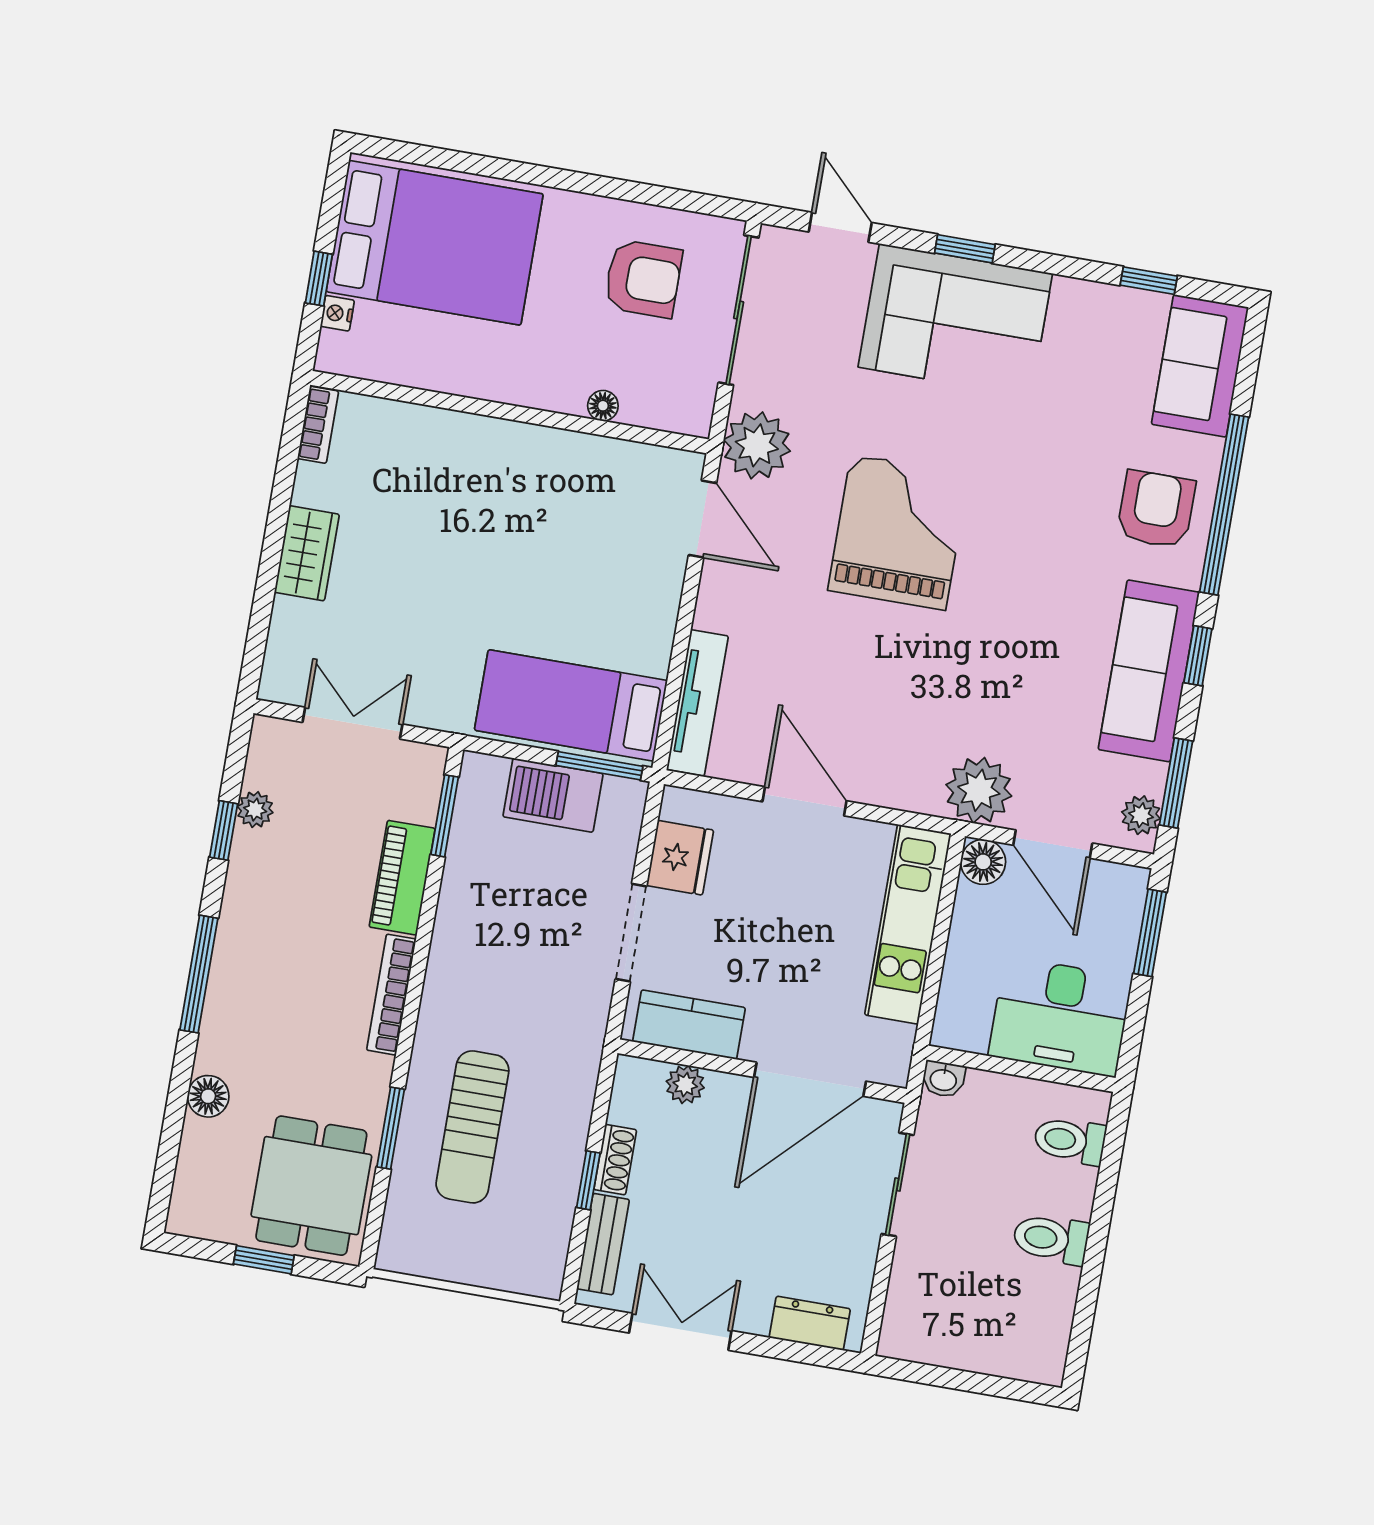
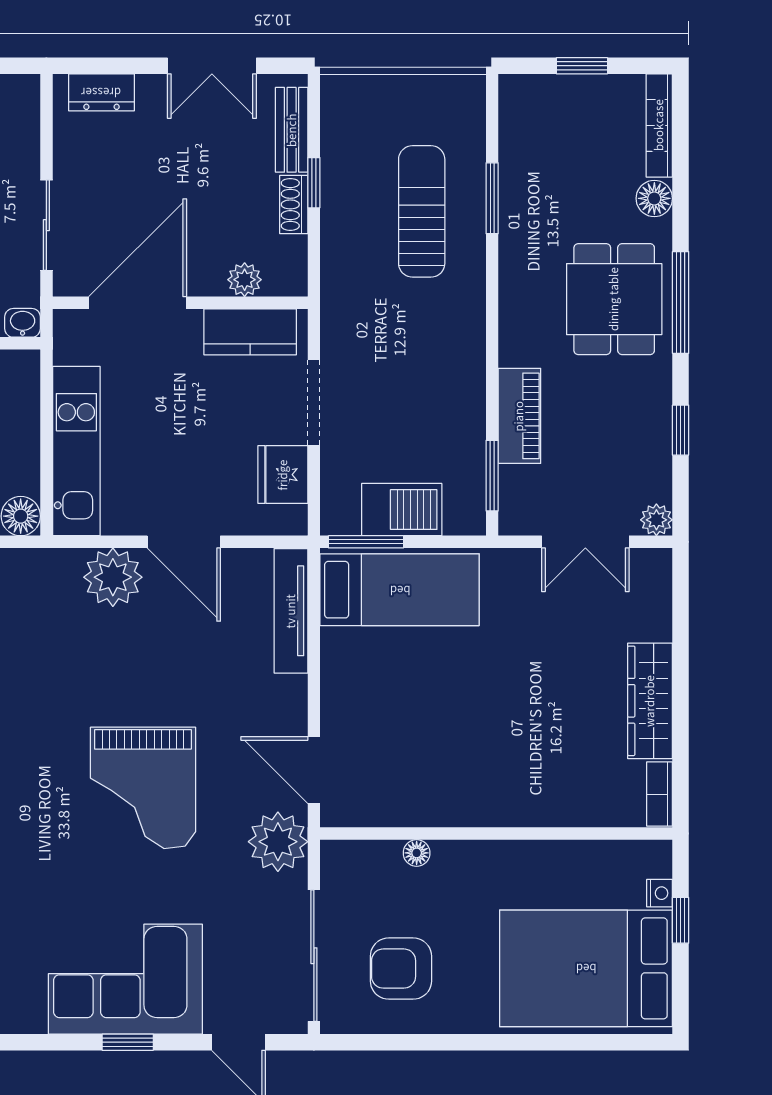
wardrobe: (307, 553) -> (650, 701), width x1.50
plant: (979, 790) -> (113, 577), moved
plant: (255, 810) -> (656, 520), moved
bookcase: (391, 995) -> (659, 125), moved, turned 180
dining table: (311, 1186) -> (614, 299), moved

